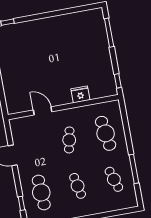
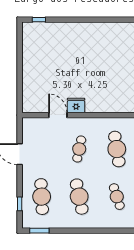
fridge: (80, 94) -> (76, 105), moved
cafe table: (78, 186) -> (79, 197), width x1.37, depth x1.35

